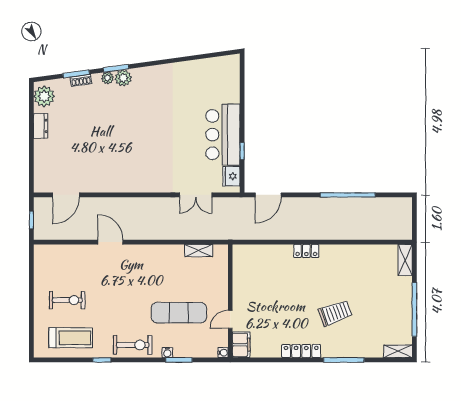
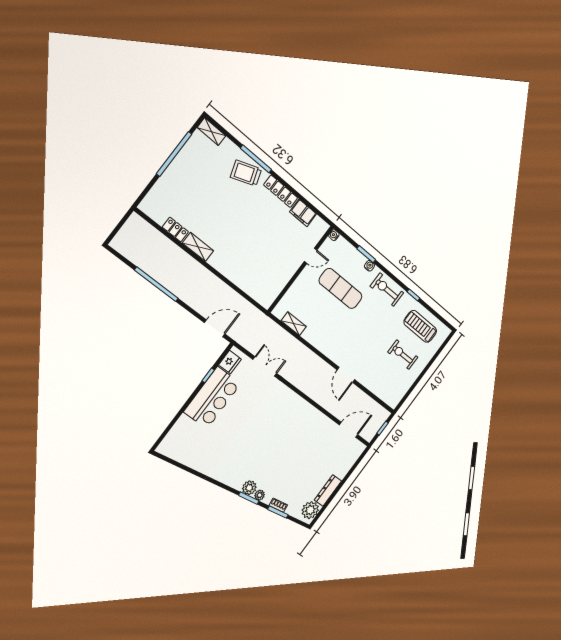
dresser: (41, 126) -> (328, 491), width x1.44
locker: (306, 251) -> (175, 229), moved
shelving: (405, 260) -> (198, 247), moved, turned 90
trolley: (335, 313) -> (246, 173), moved
filing cabinet: (241, 345) -> (303, 213), moved, turned -90

